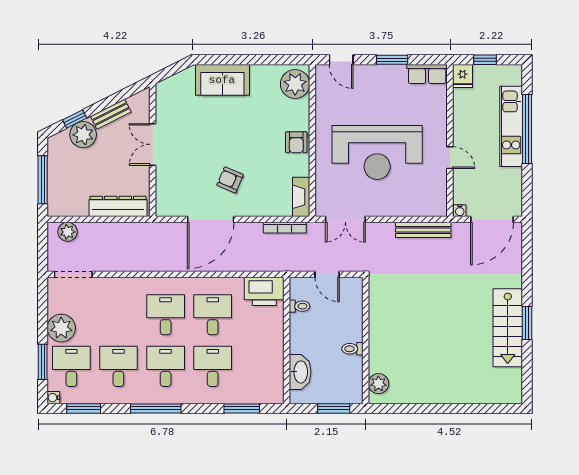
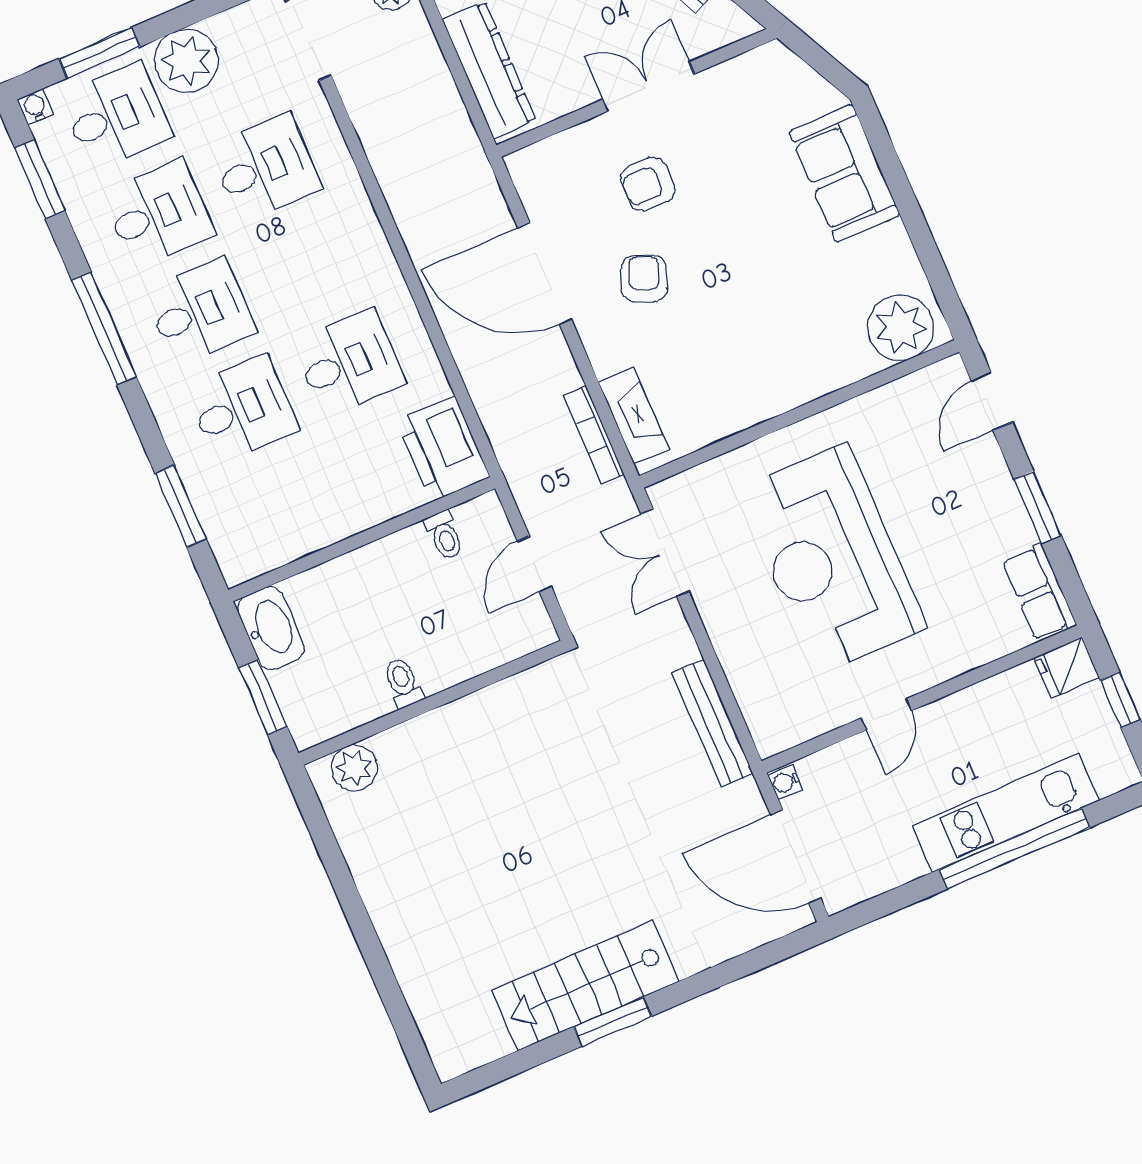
armchair: (296, 142) -> (648, 184), moved
fireplace: (301, 197) -> (634, 416), moved, turned 90
desk: (166, 315) -> (265, 168), moved
washbasin: (300, 372) -> (271, 628), moved, turned -90

